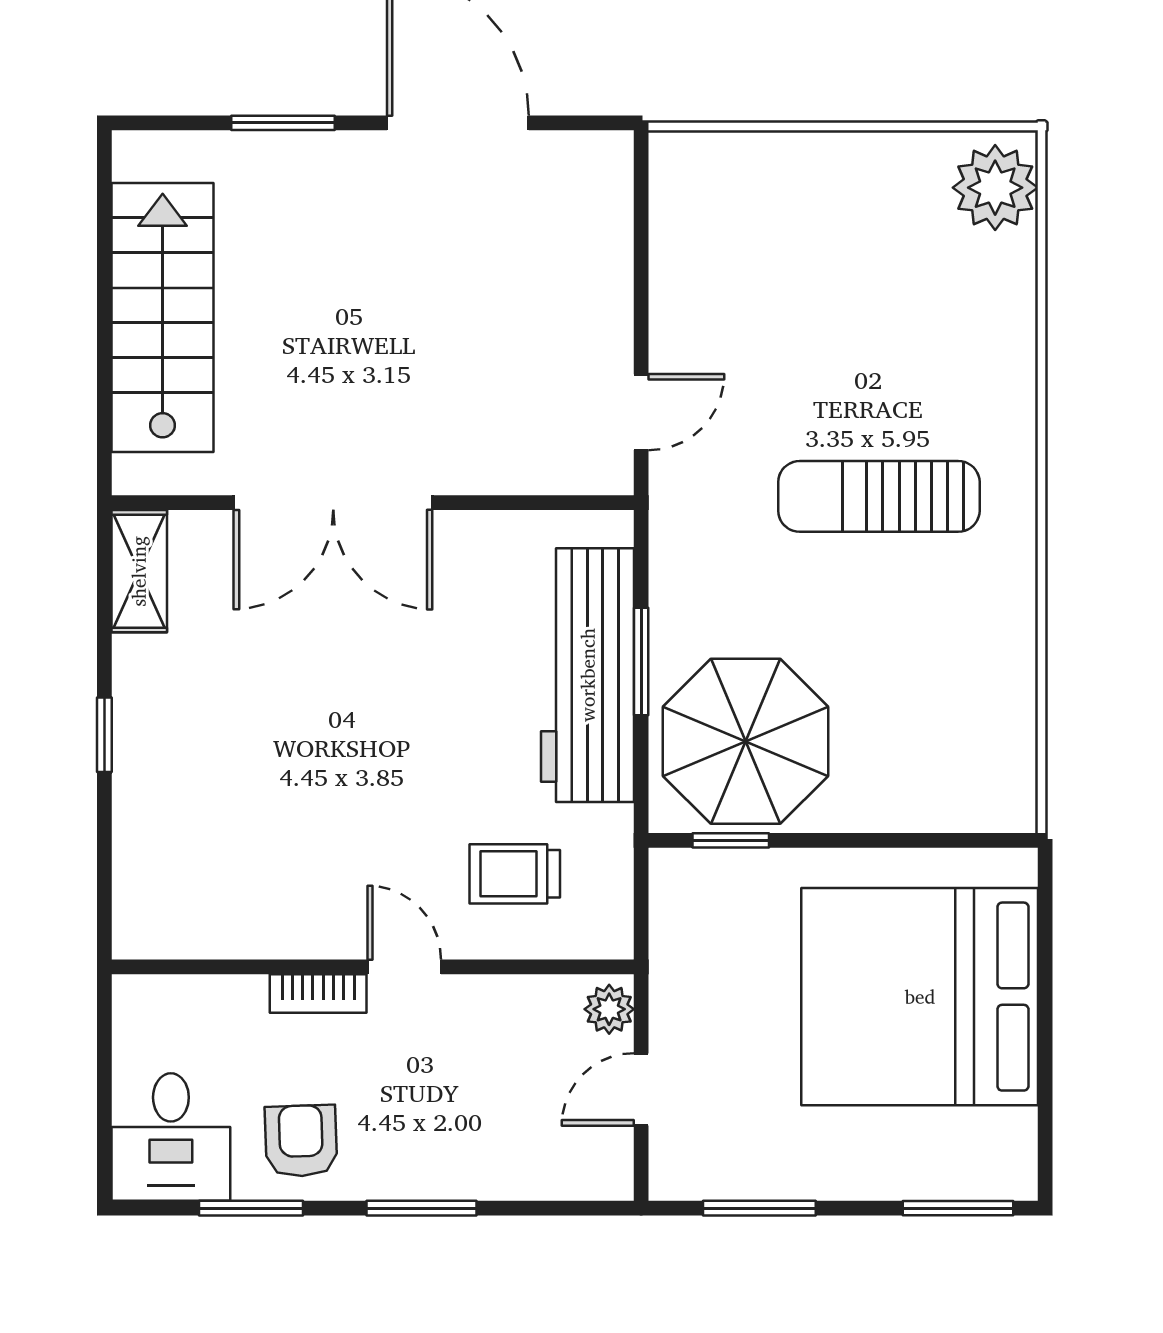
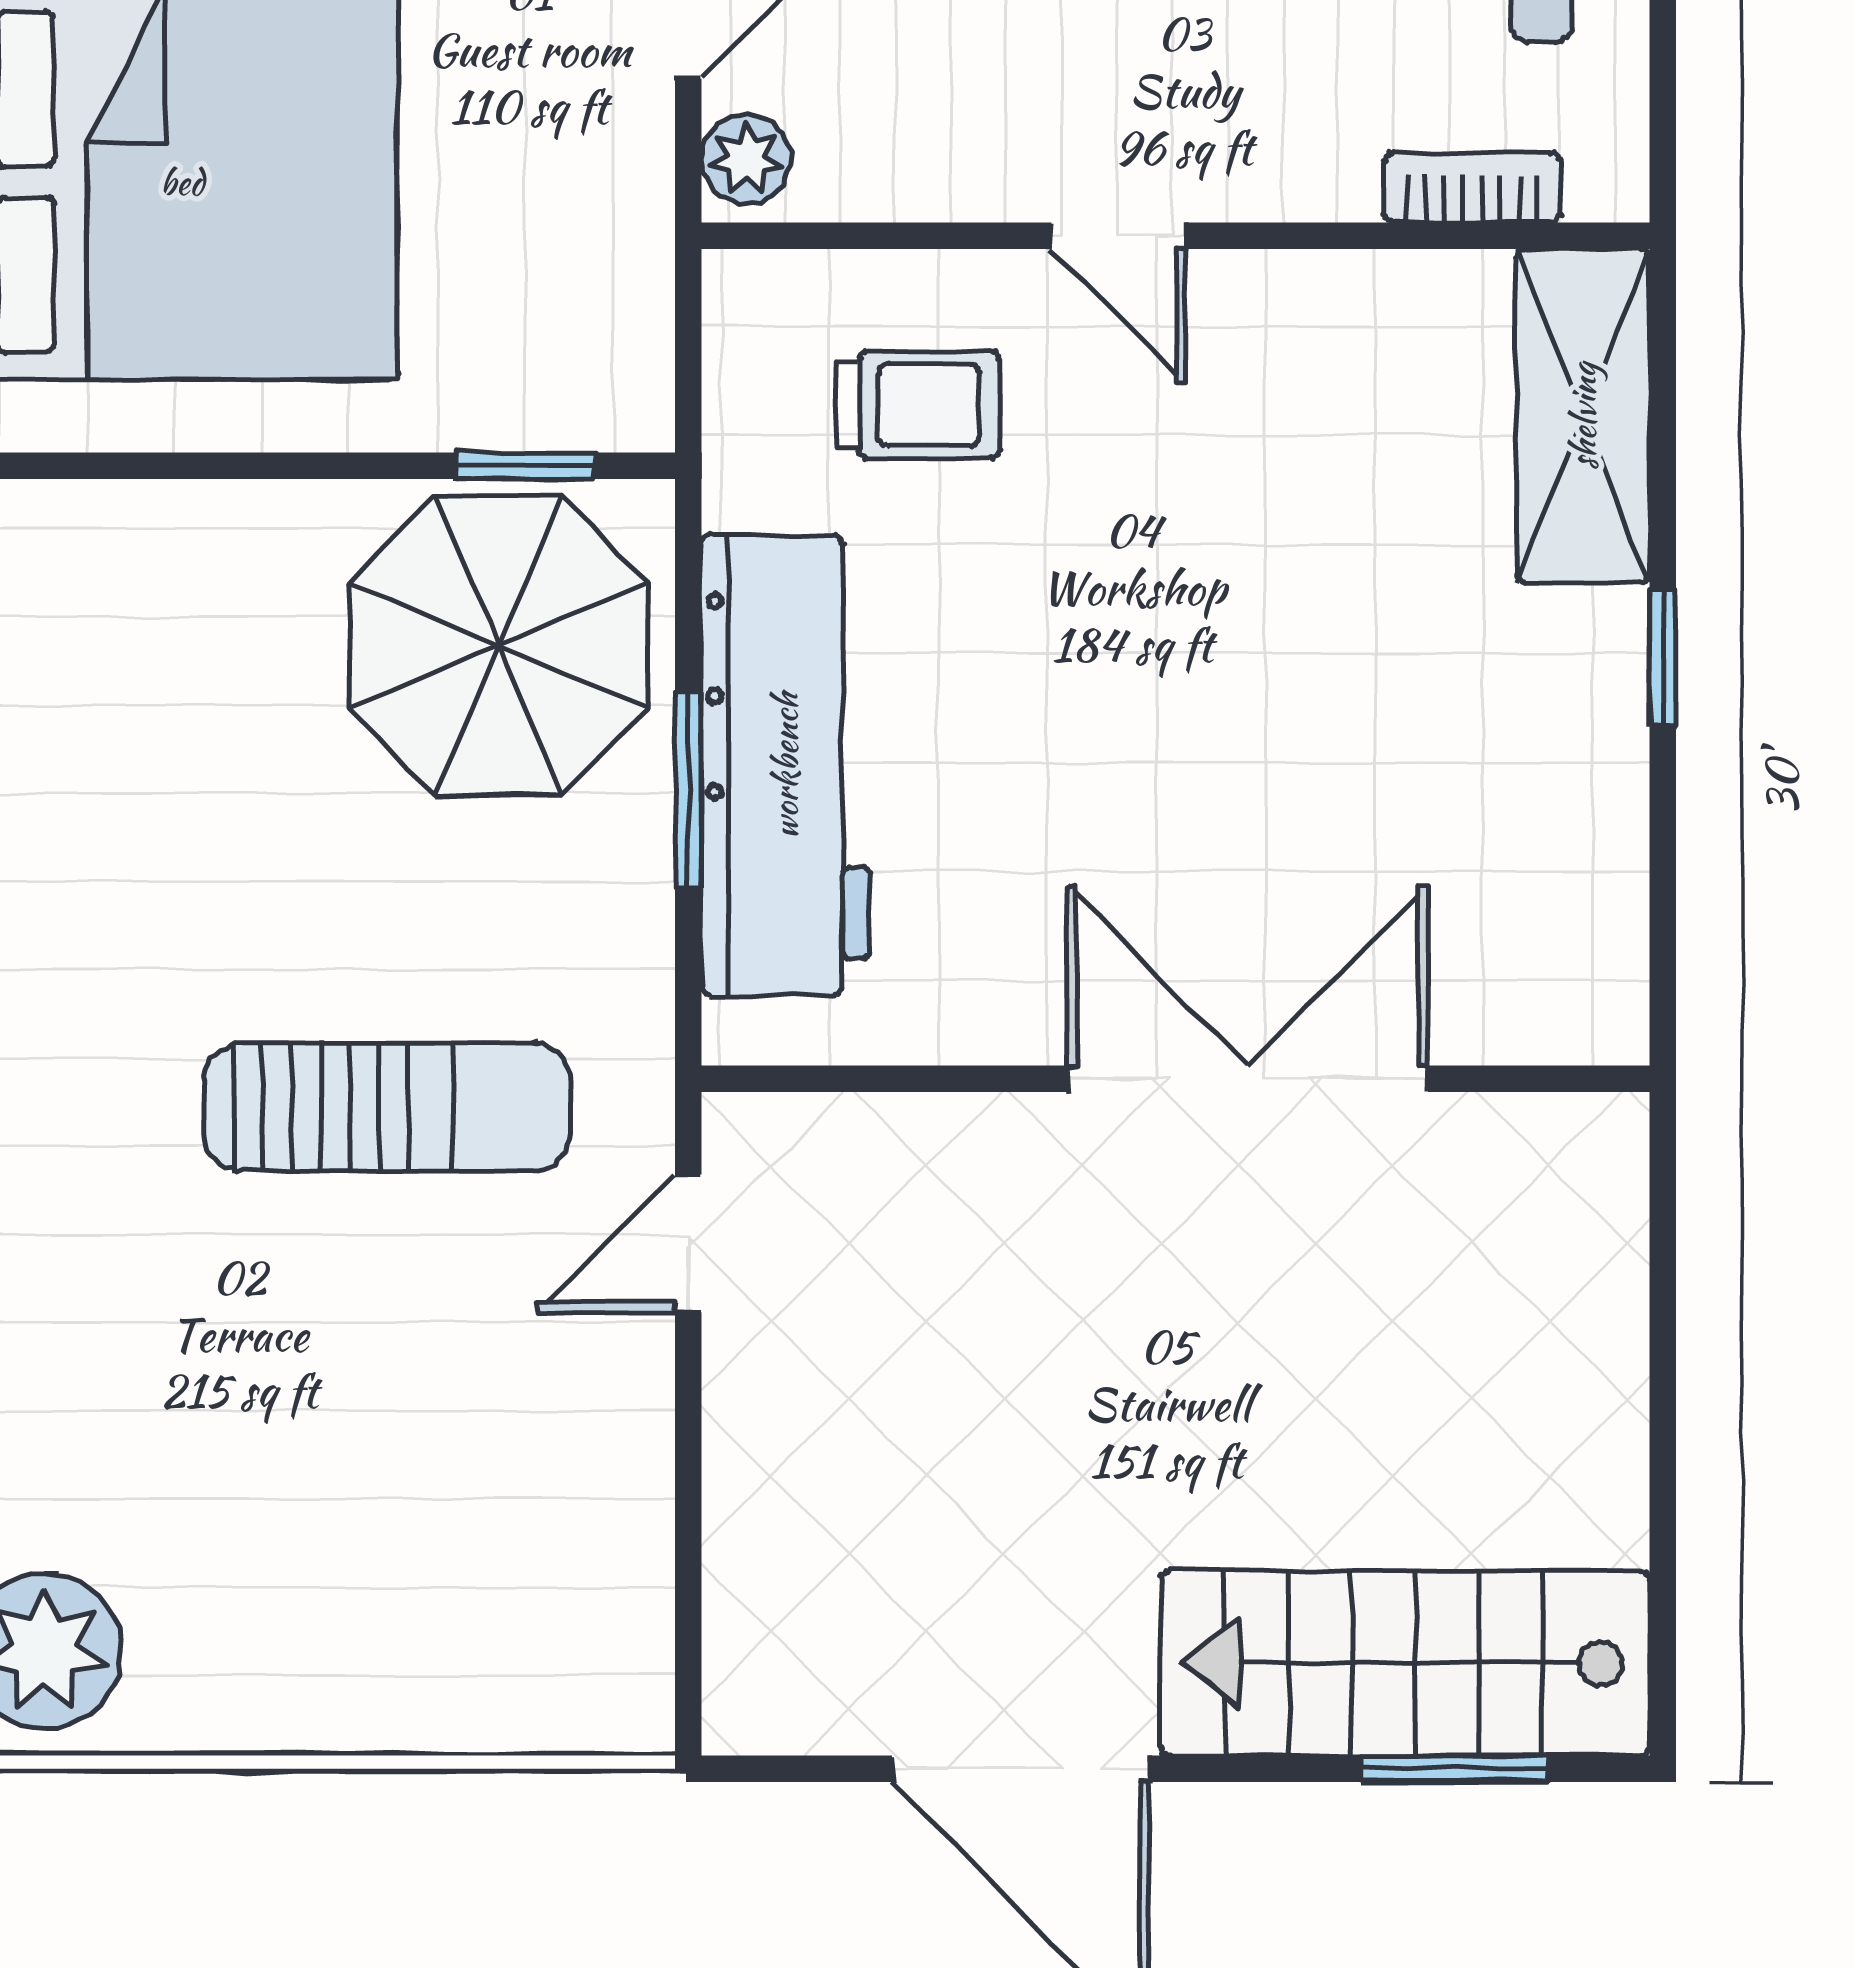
window: (283, 123) -> (1455, 1769), moved
stairs: (163, 318) -> (1405, 1663), moved, turned 90
sun lounger: (879, 496) -> (387, 1107), moved
shelving: (139, 571) -> (1583, 416), moved, width x1.50, depth x1.33
bookcase: (318, 993) -> (1472, 188), moved

